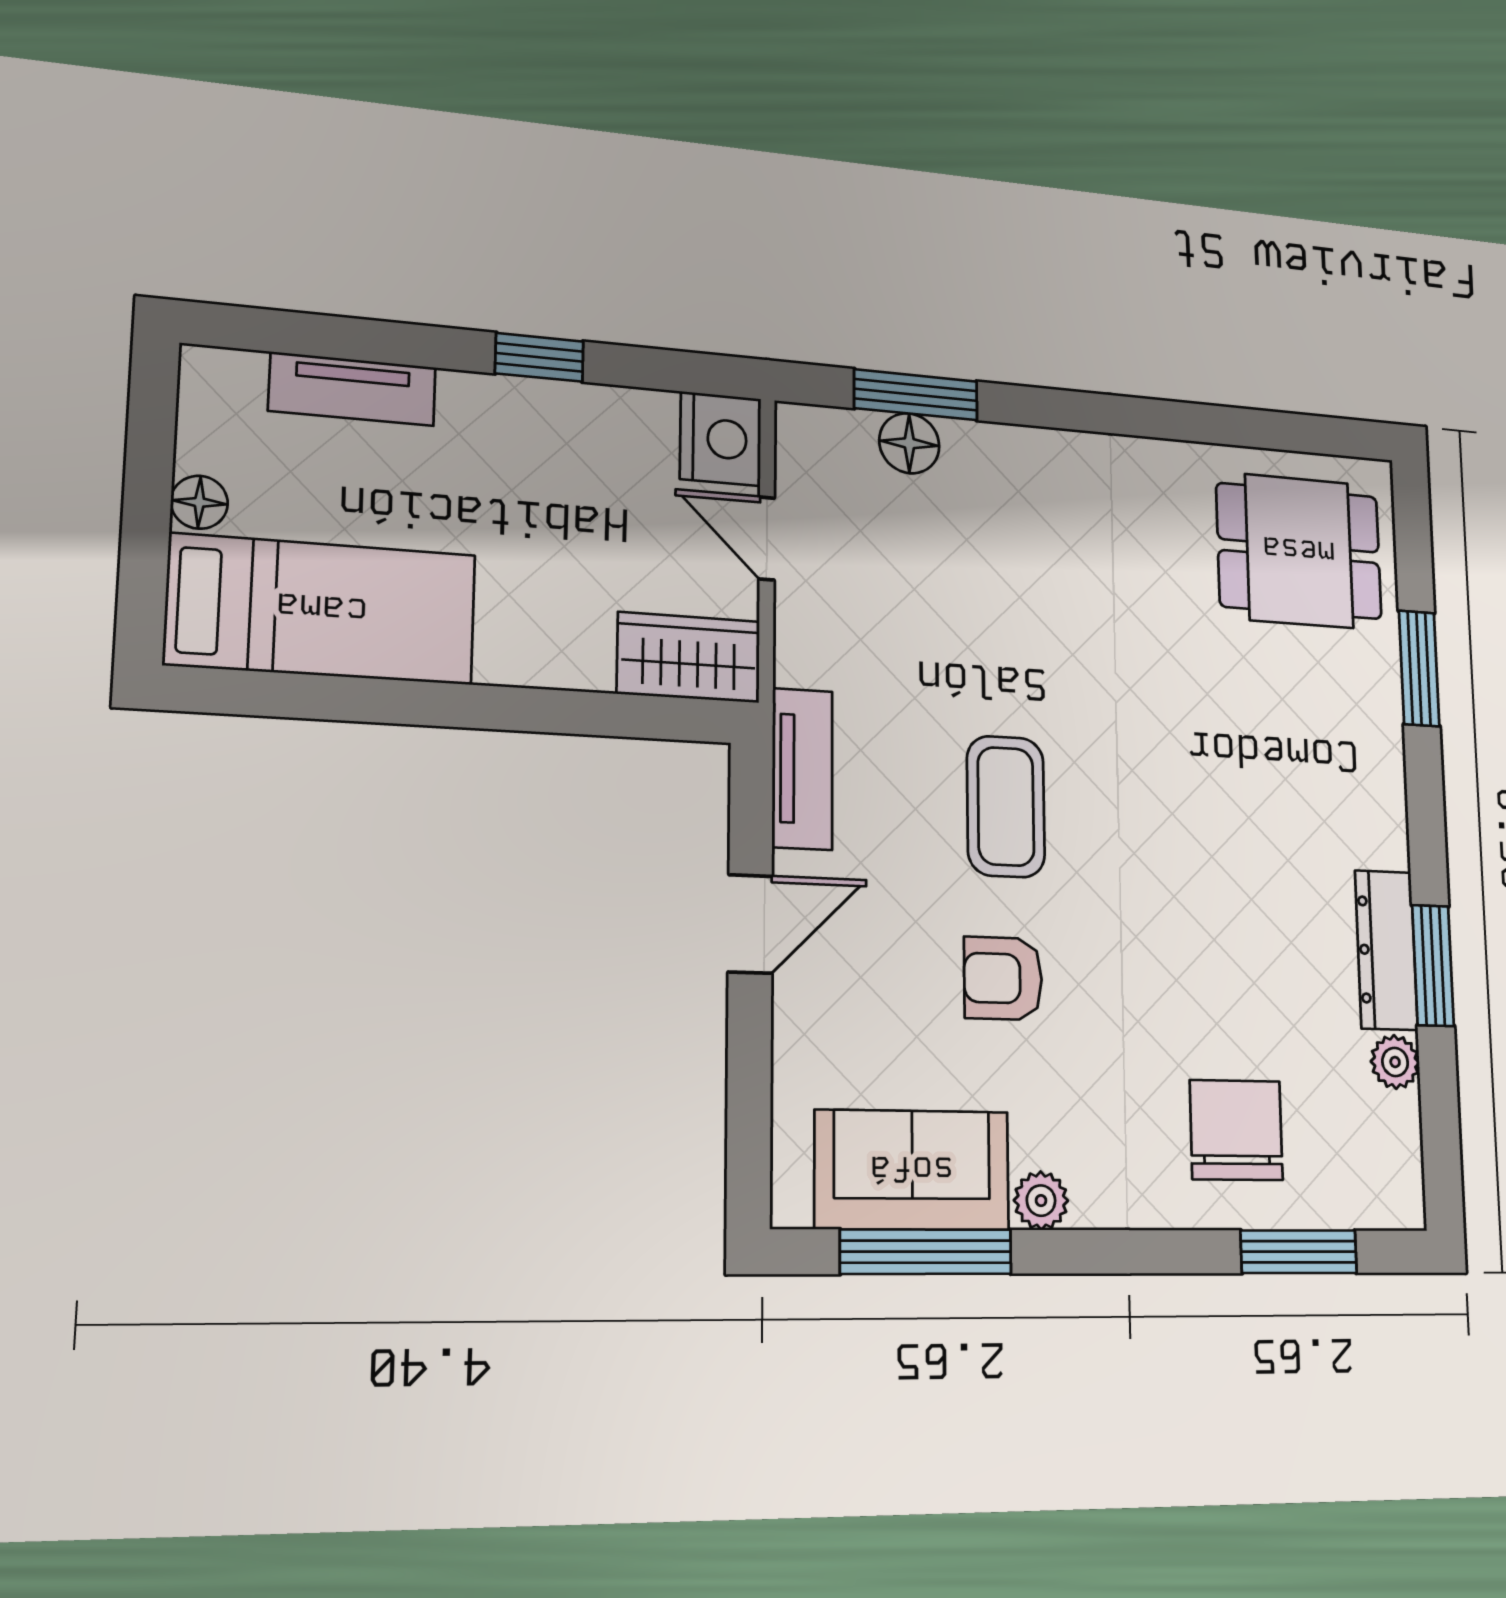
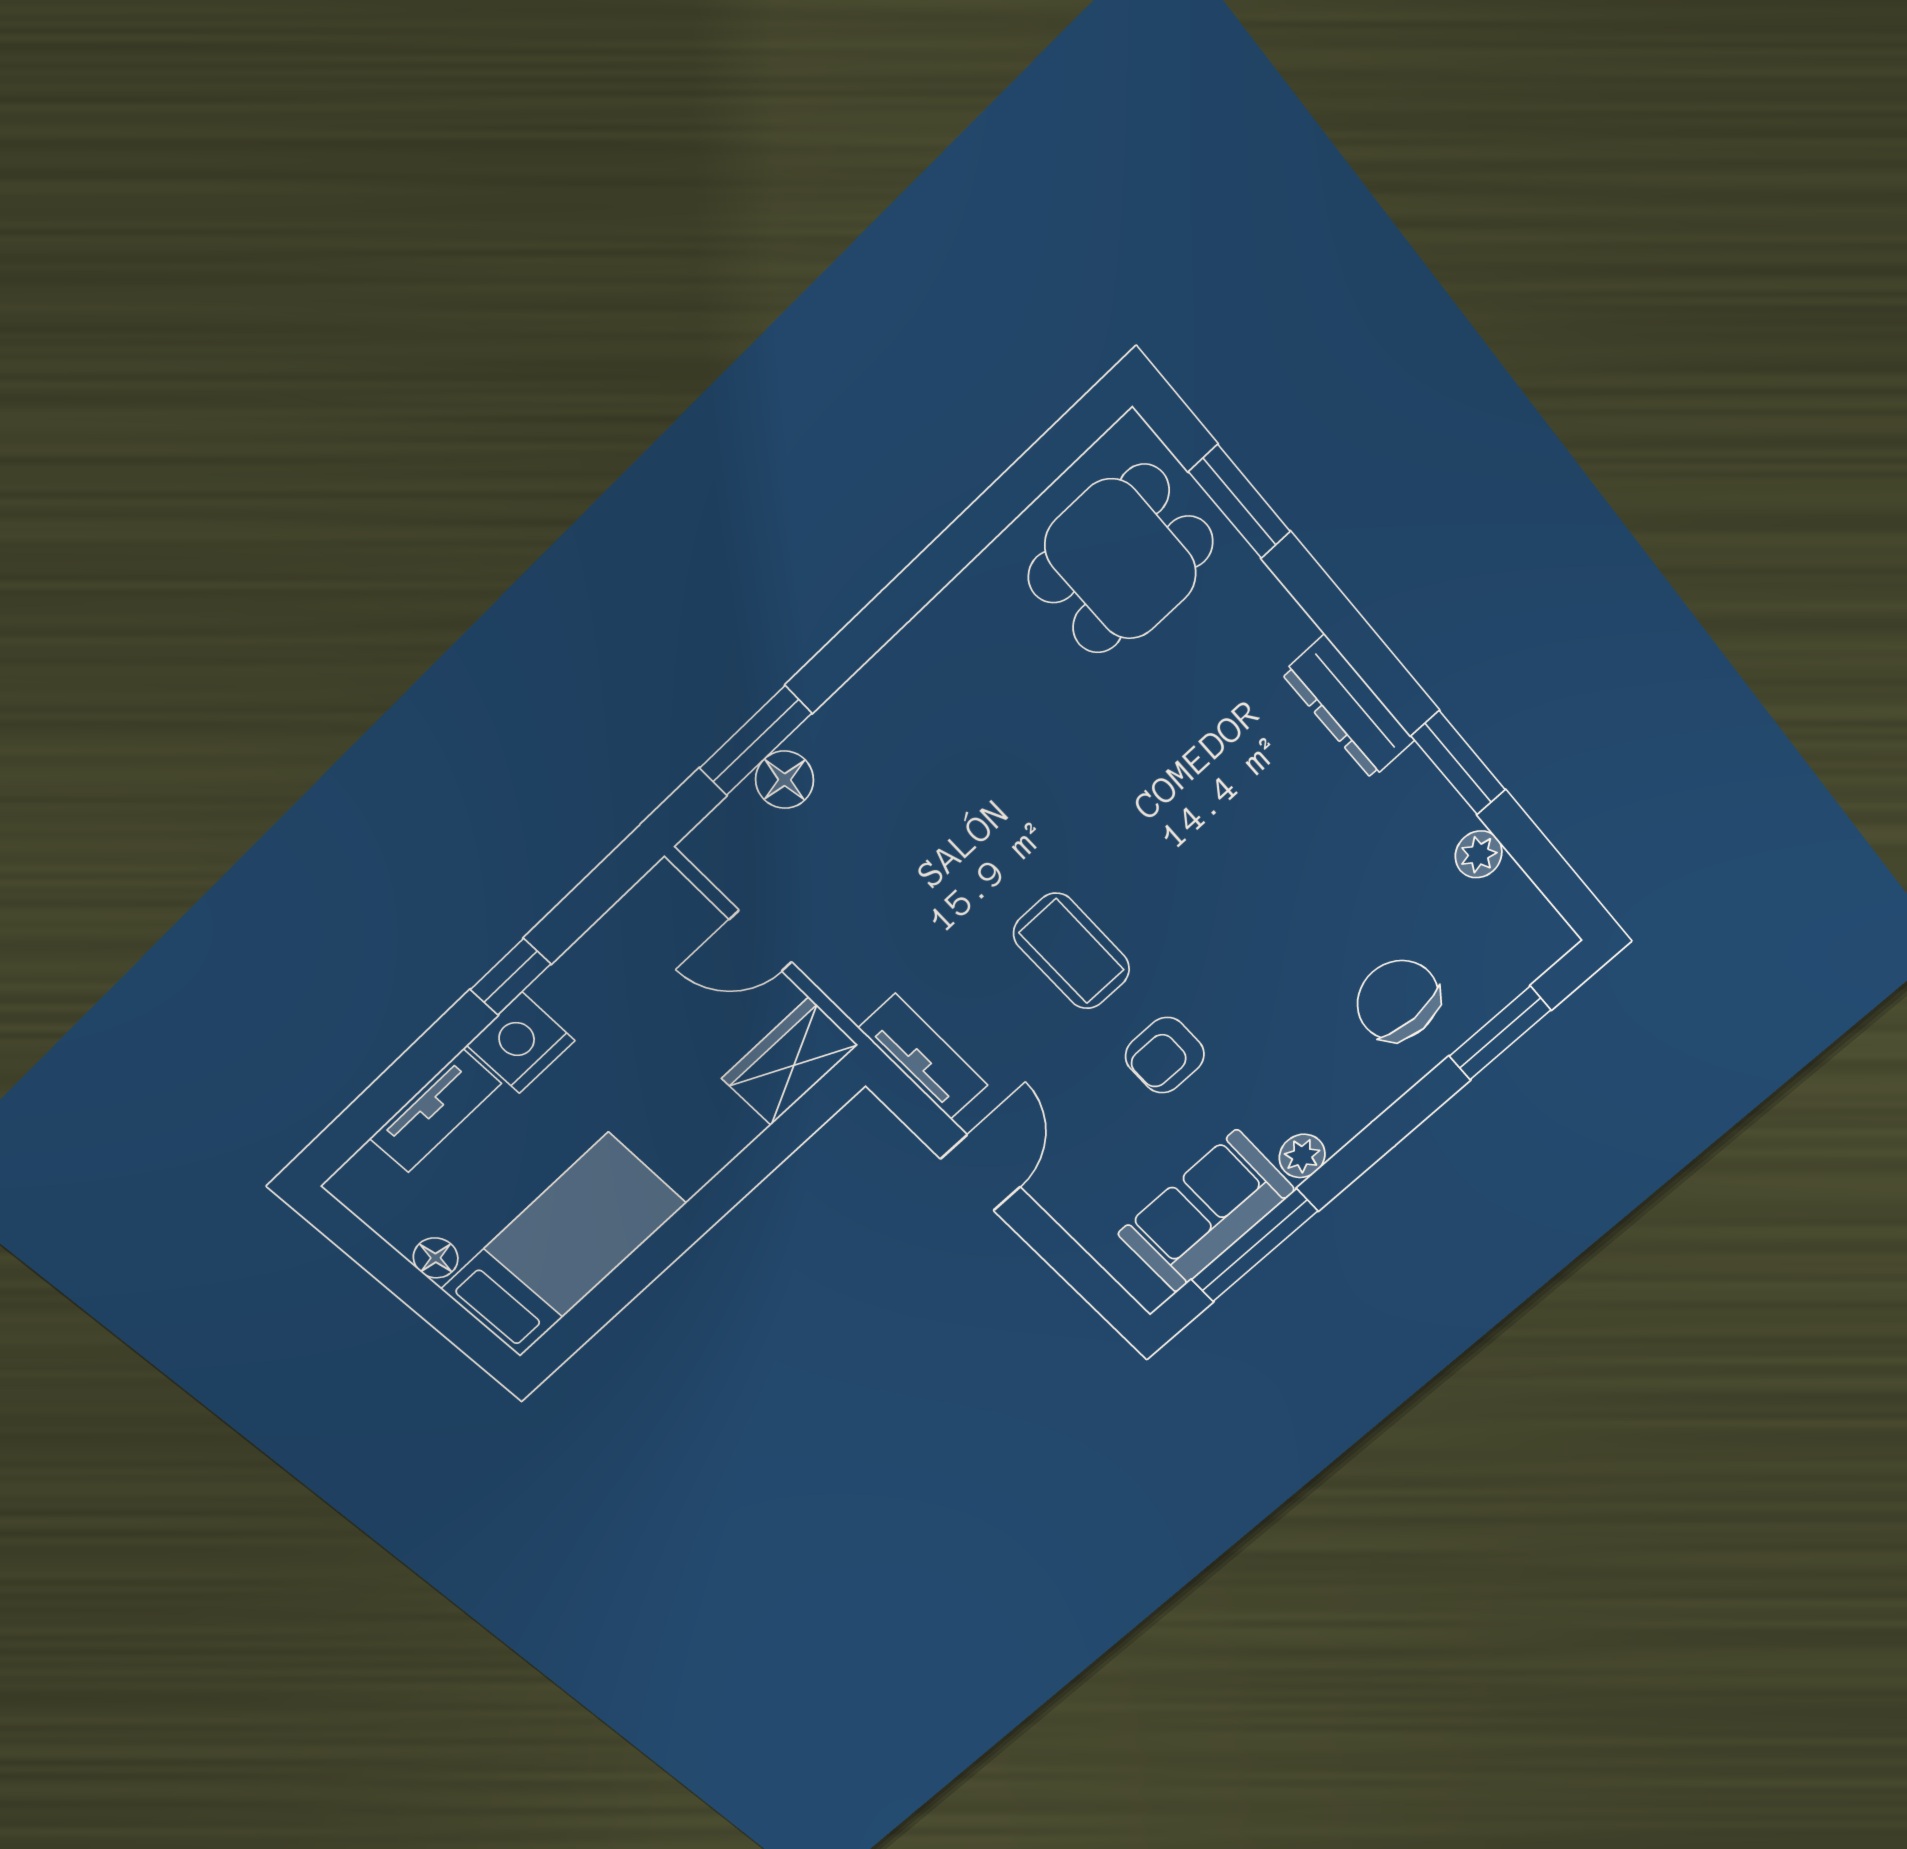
nightstand: (721, 439) -> (521, 1043), moved, turned -90
window: (1419, 668) -> (1240, 502), moved
dresser: (1386, 950) -> (1348, 707), moved

